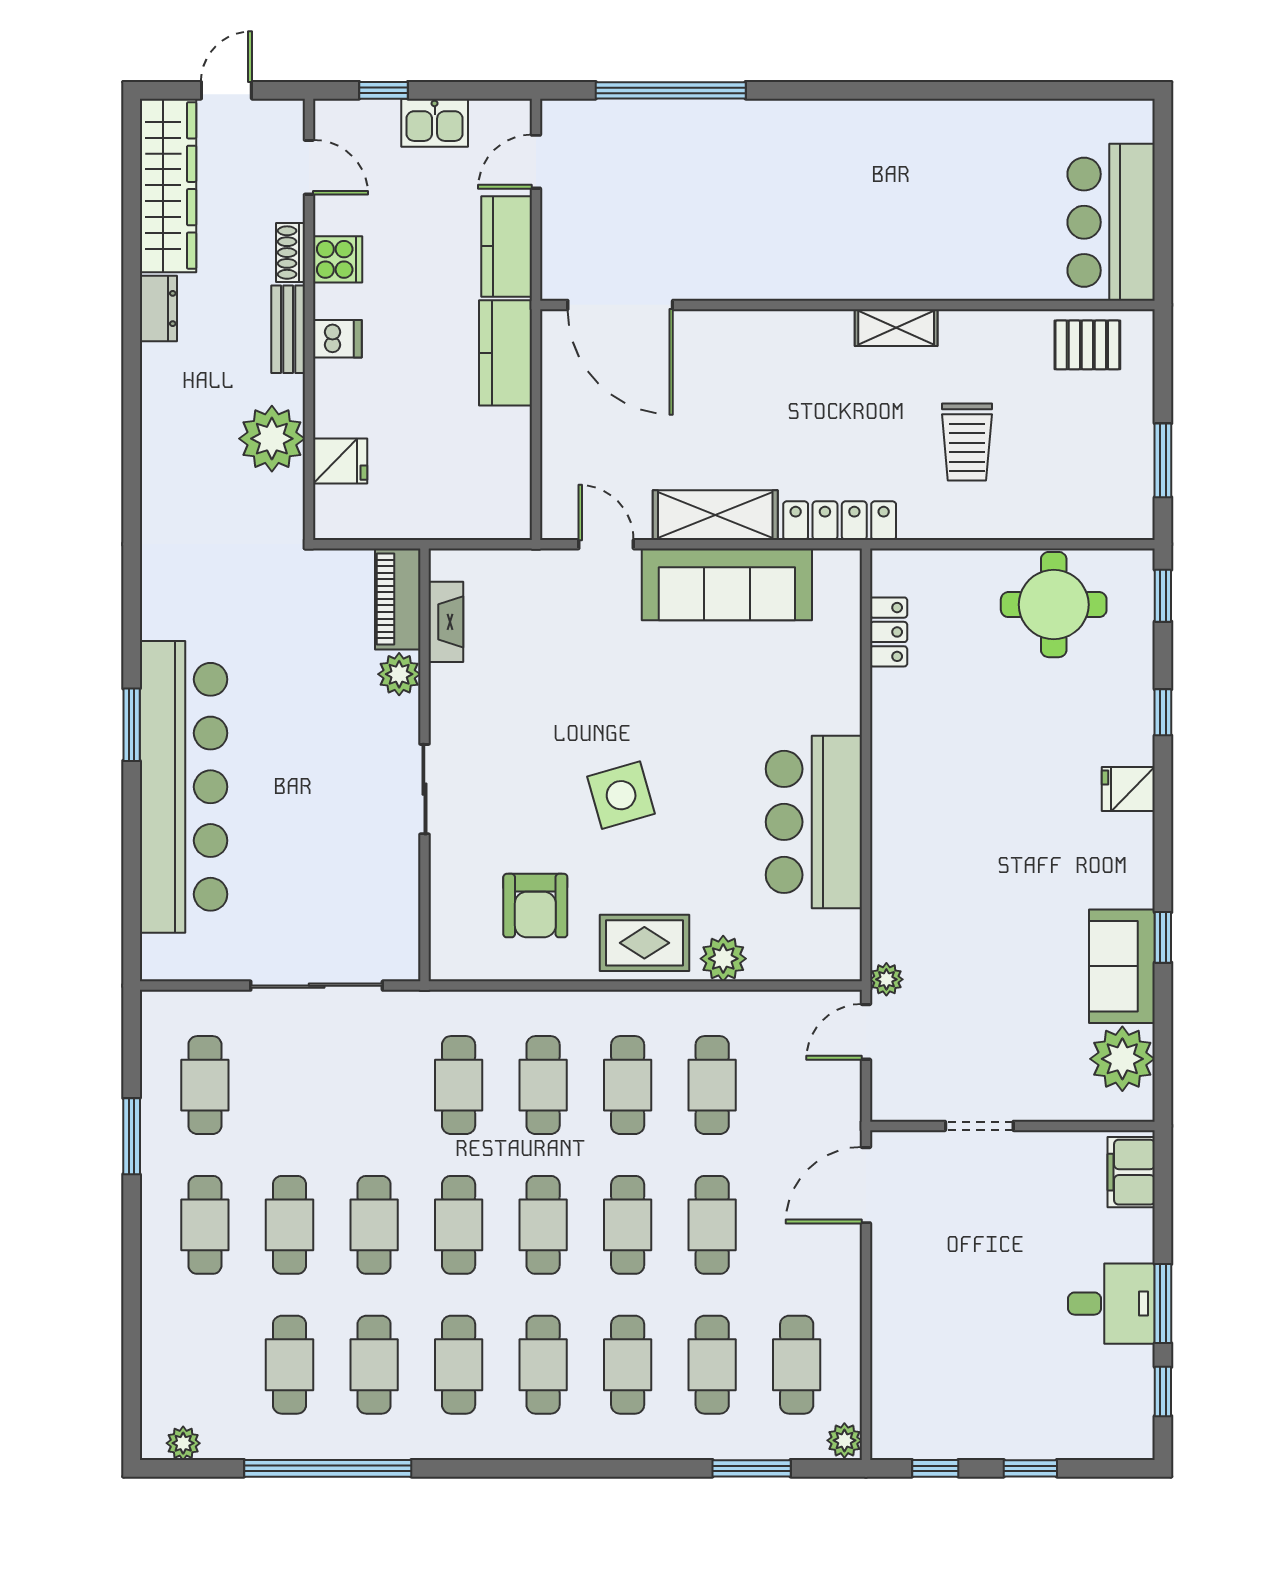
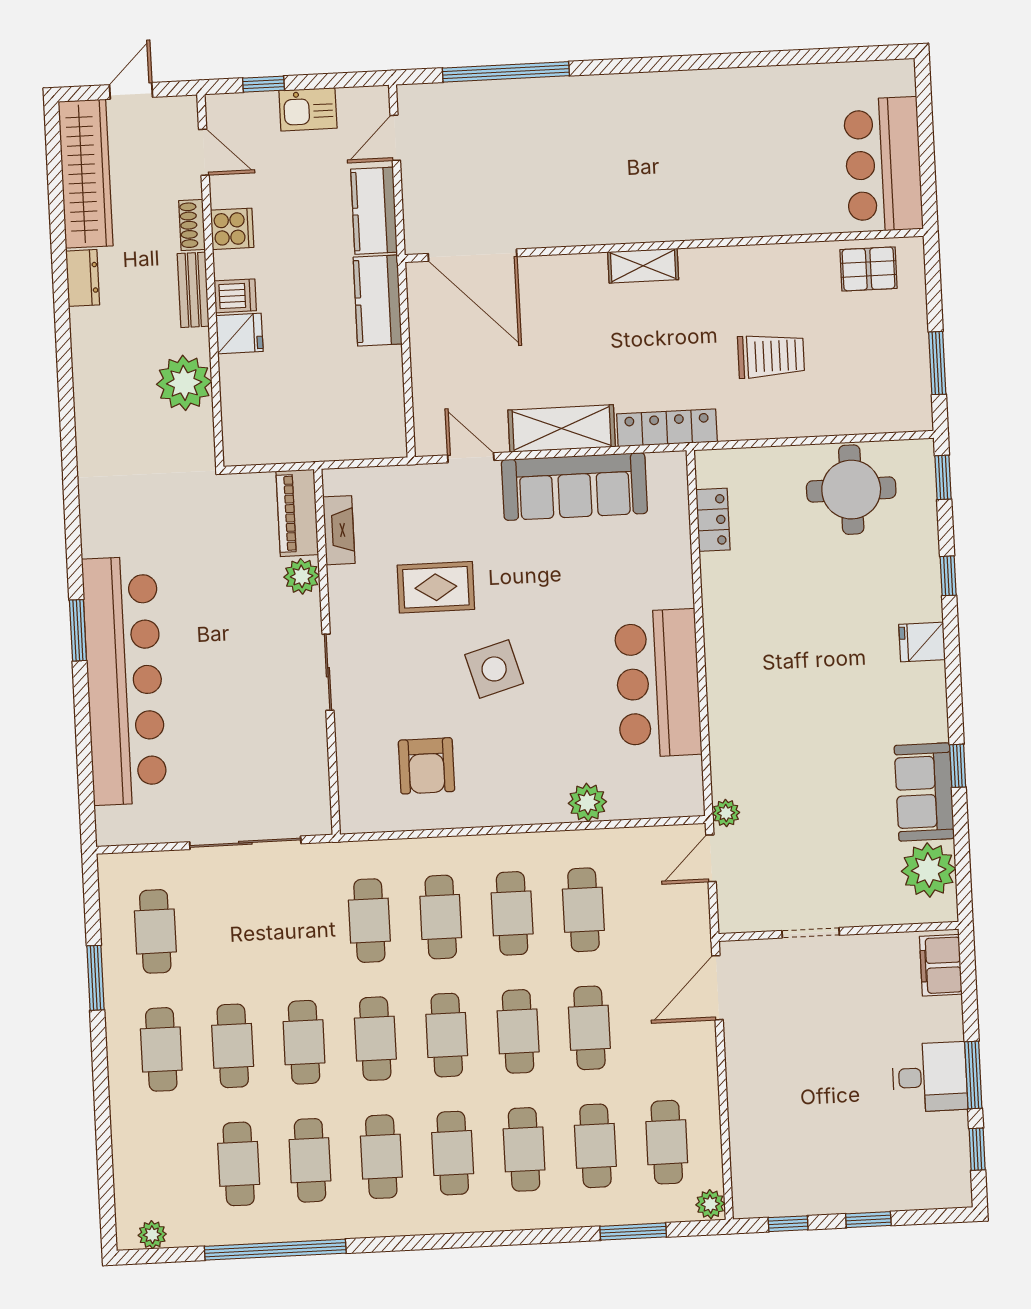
shelving: (896, 328) -> (643, 266), moved
trolley: (967, 442) -> (771, 356), turned -90
fridge: (340, 461) -> (239, 334), moved
rug: (644, 943) -> (436, 587), moved

